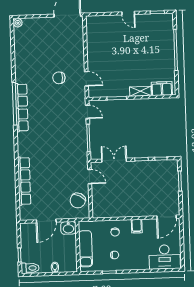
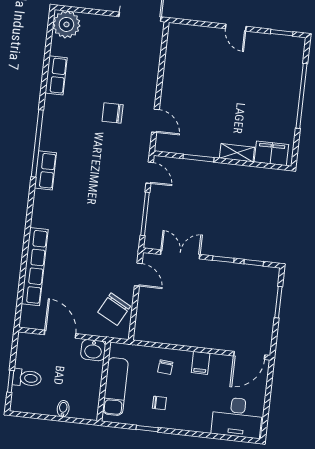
plant: (18, 23) -> (66, 24), width x1.87, depth x1.87
row of seats: (21, 95) -> (56, 75), moved
door: (46, 221) -> (60, 334), swing flipped
toilet: (30, 268) -> (27, 378), moved

